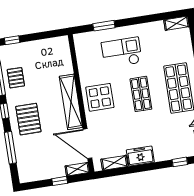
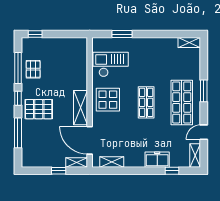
checkout: (122, 53) -> (111, 64), moved
shelving: (71, 102) -> (80, 108), width x0.68
pallet: (28, 119) -> (39, 109), turned 90
freezer: (140, 156) -> (157, 160), moved

